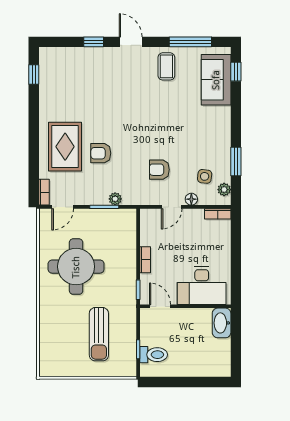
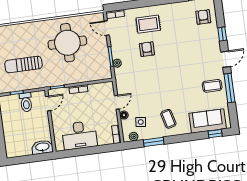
window: (190, 42) -> (229, 88), moved
coffee table: (205, 136) -> (168, 119), added
rug: (65, 147) -> (148, 24), width x0.73, depth x0.70
armchair: (159, 170) -> (203, 17), moved
door: (172, 207) -> (117, 102), swing flipped
desk: (202, 286) -> (79, 135), moved, turned -90
toilet: (154, 355) -> (26, 102), moved

